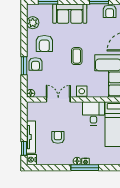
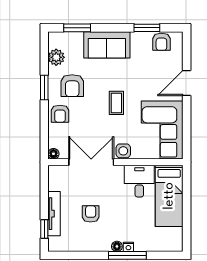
window: (24, 66) -> (44, 88), moved
double door: (58, 99) -> (91, 162), width x1.37
nightstand: (32, 160) -> (55, 244), removed

